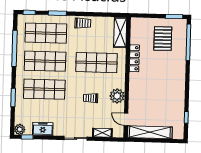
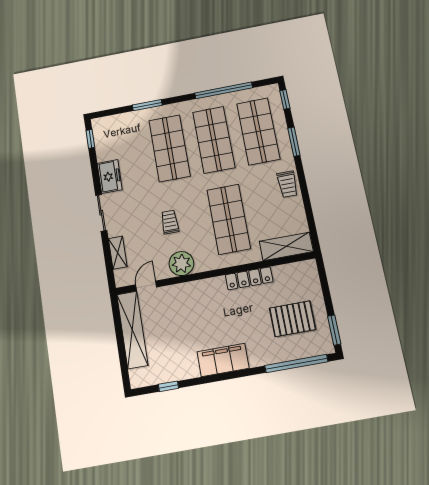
filing cabinet: (178, 83) -> (223, 360), added
plant: (20, 129) -> (100, 125), removed
freezer: (43, 129) -> (110, 176), moved

